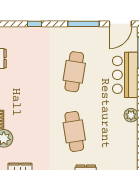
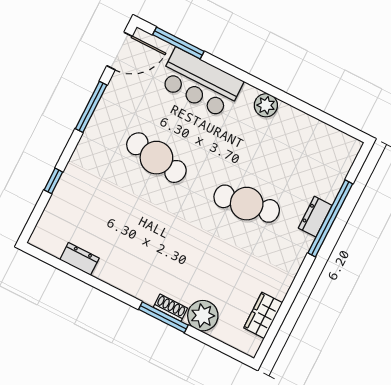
door: (120, 24) -> (120, 51), hinge flipped

